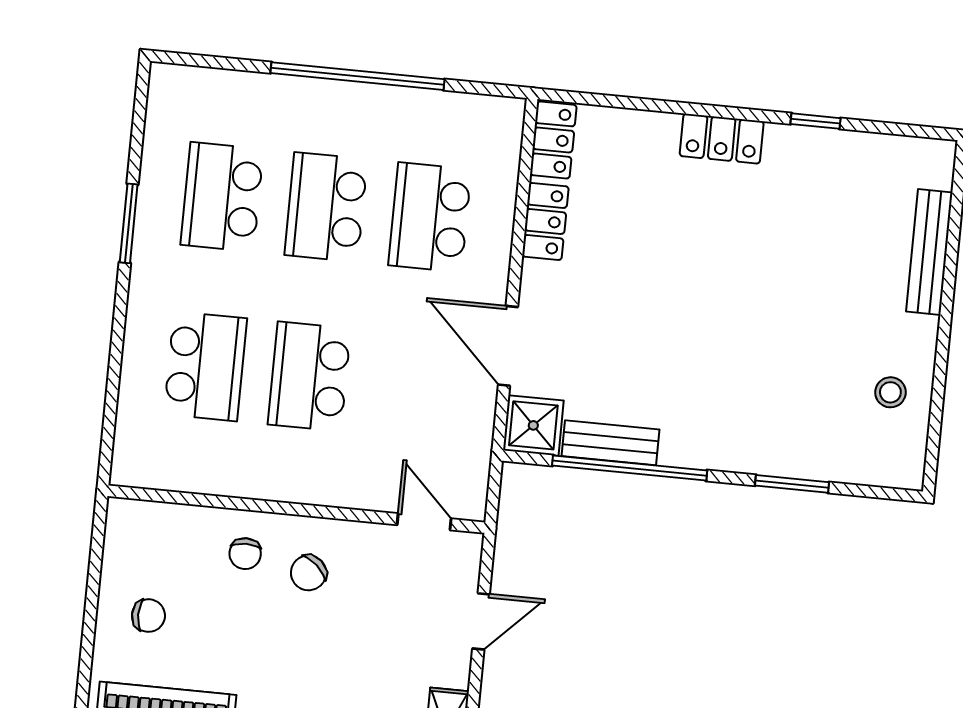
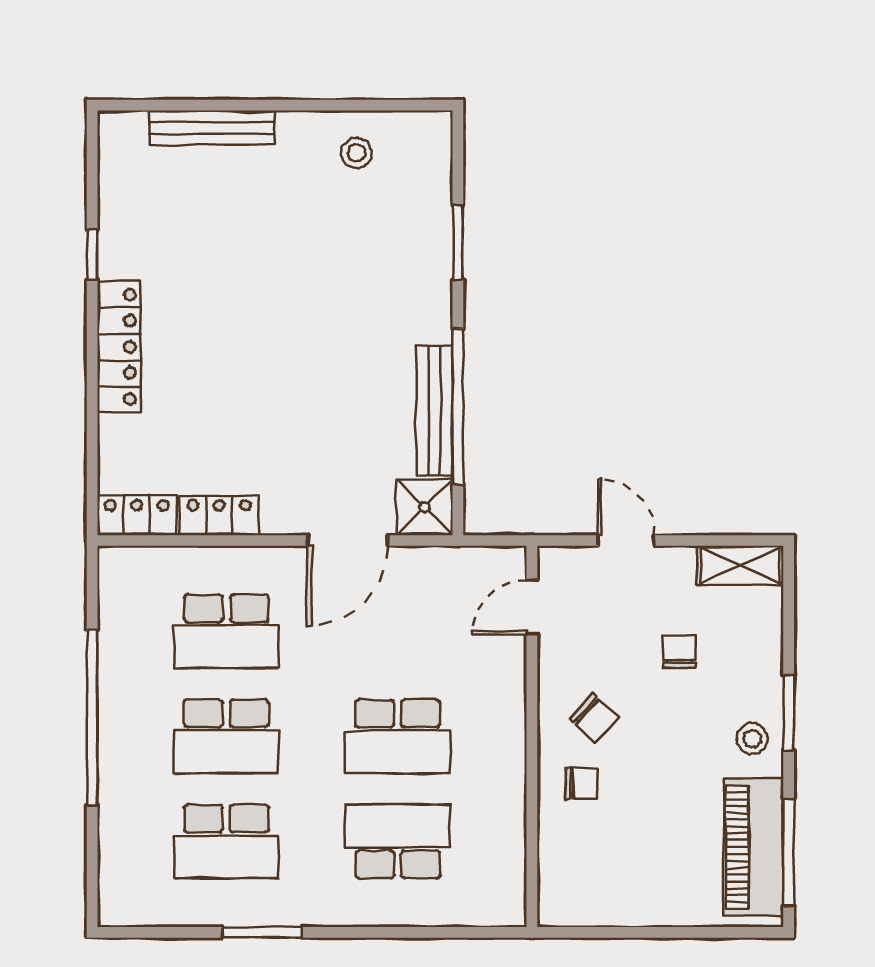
locker: (722, 139) -> (119, 347), width x1.53
bench: (611, 443) -> (434, 411), width x1.36
chair: (148, 616) -> (679, 652), moved

